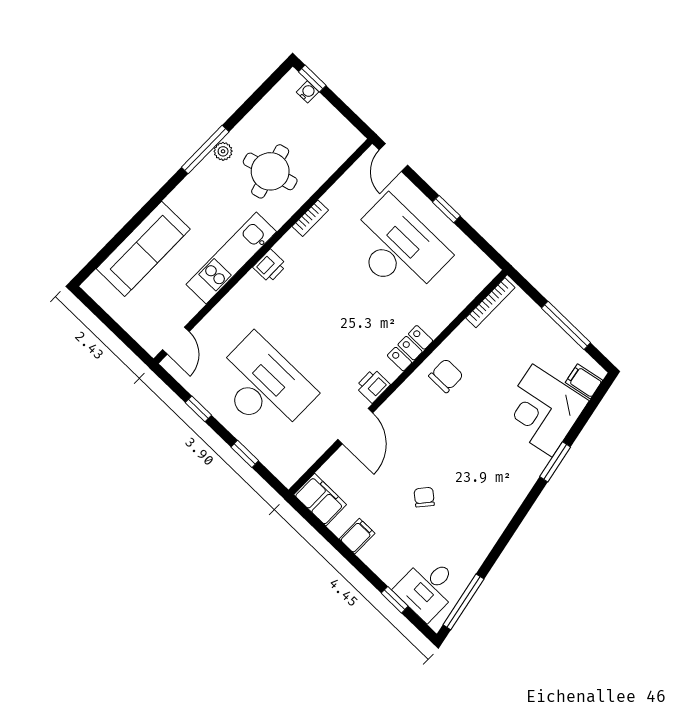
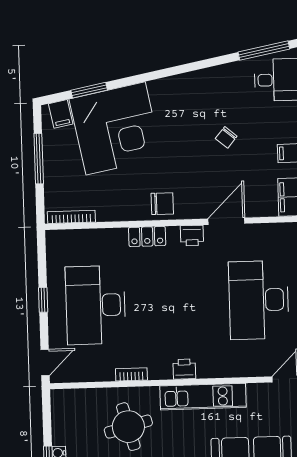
chair: (446, 376) -> (162, 204), moved, turned 180
corner desk: (542, 411) -> (116, 128), width x1.36, depth x1.36
window: (555, 462) -> (89, 90), moved

